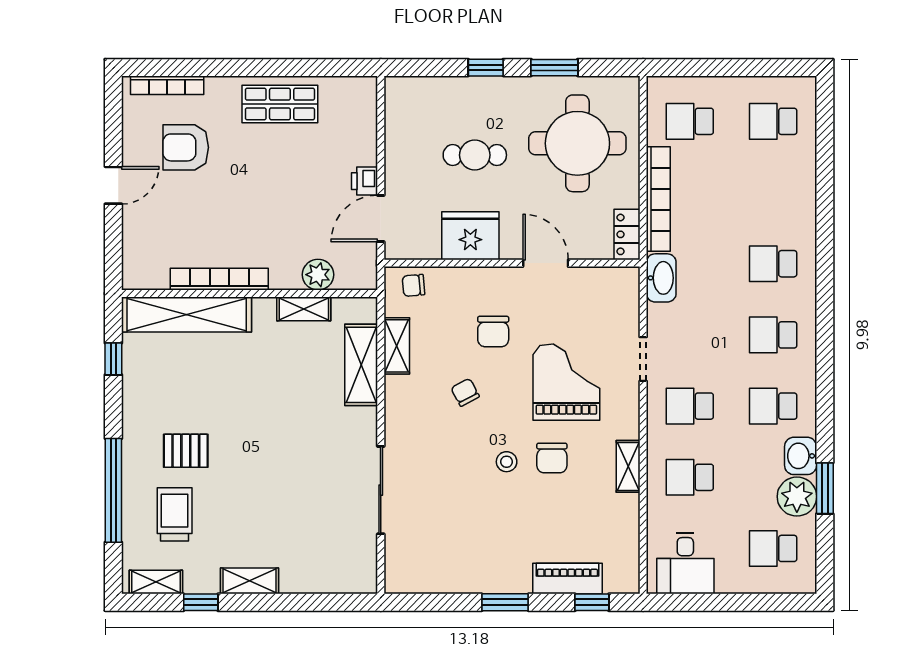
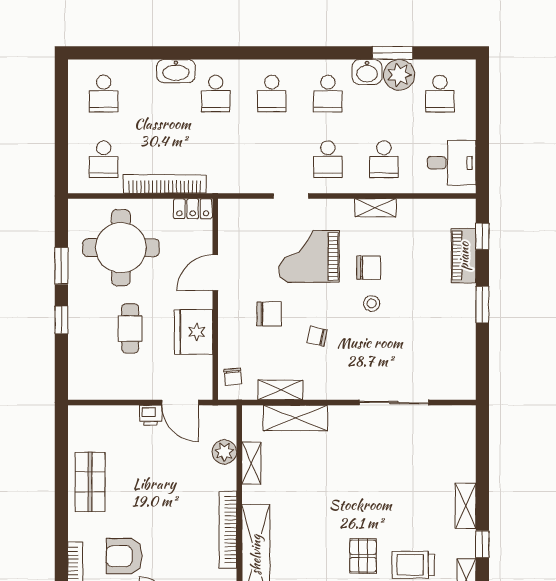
armchair: (186, 147) -> (124, 556), turned 90
washbasin: (661, 278) -> (176, 71), moved, turned 180
chair: (465, 392) -> (317, 336), turned 41

